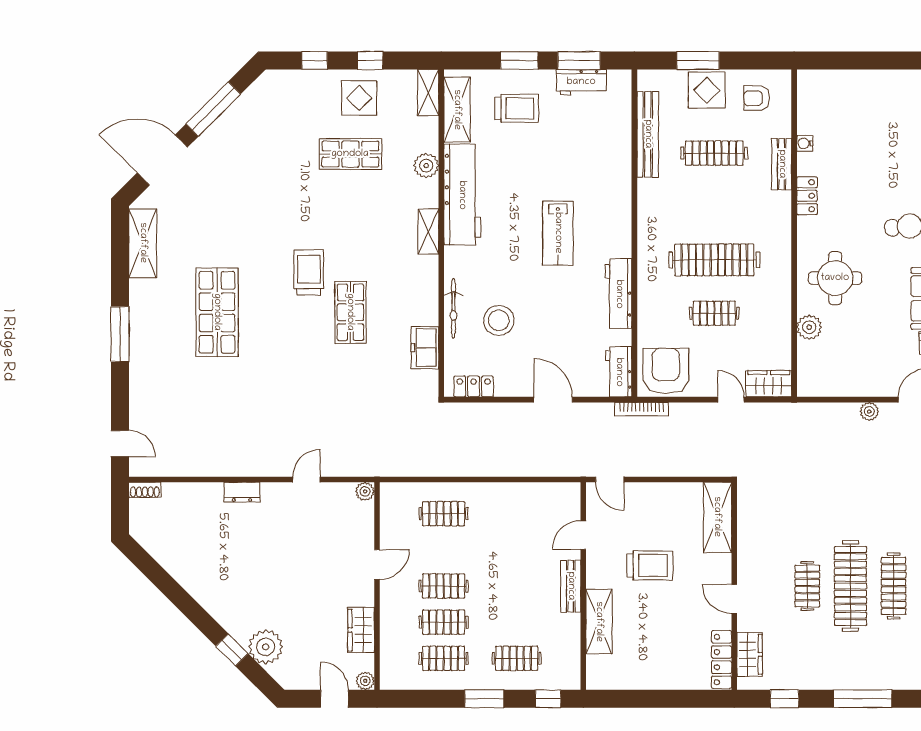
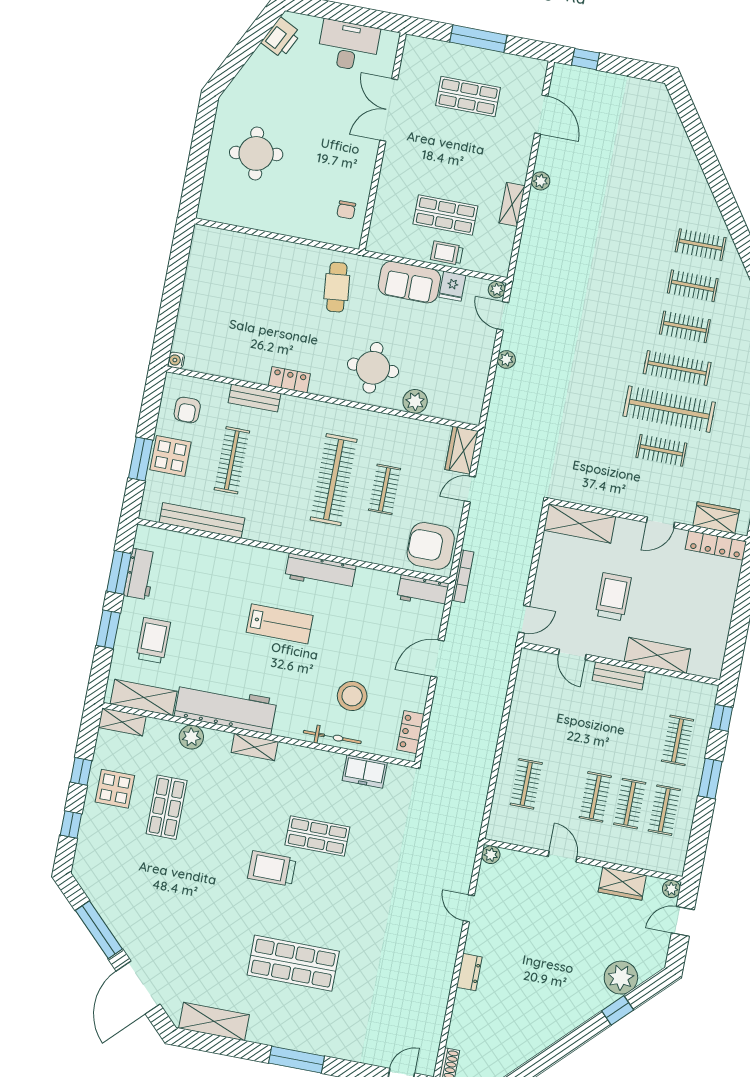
water cooler: (805, 143) -> (176, 360), moved, turned 90
workbench: (619, 294) -> (320, 572), moved

